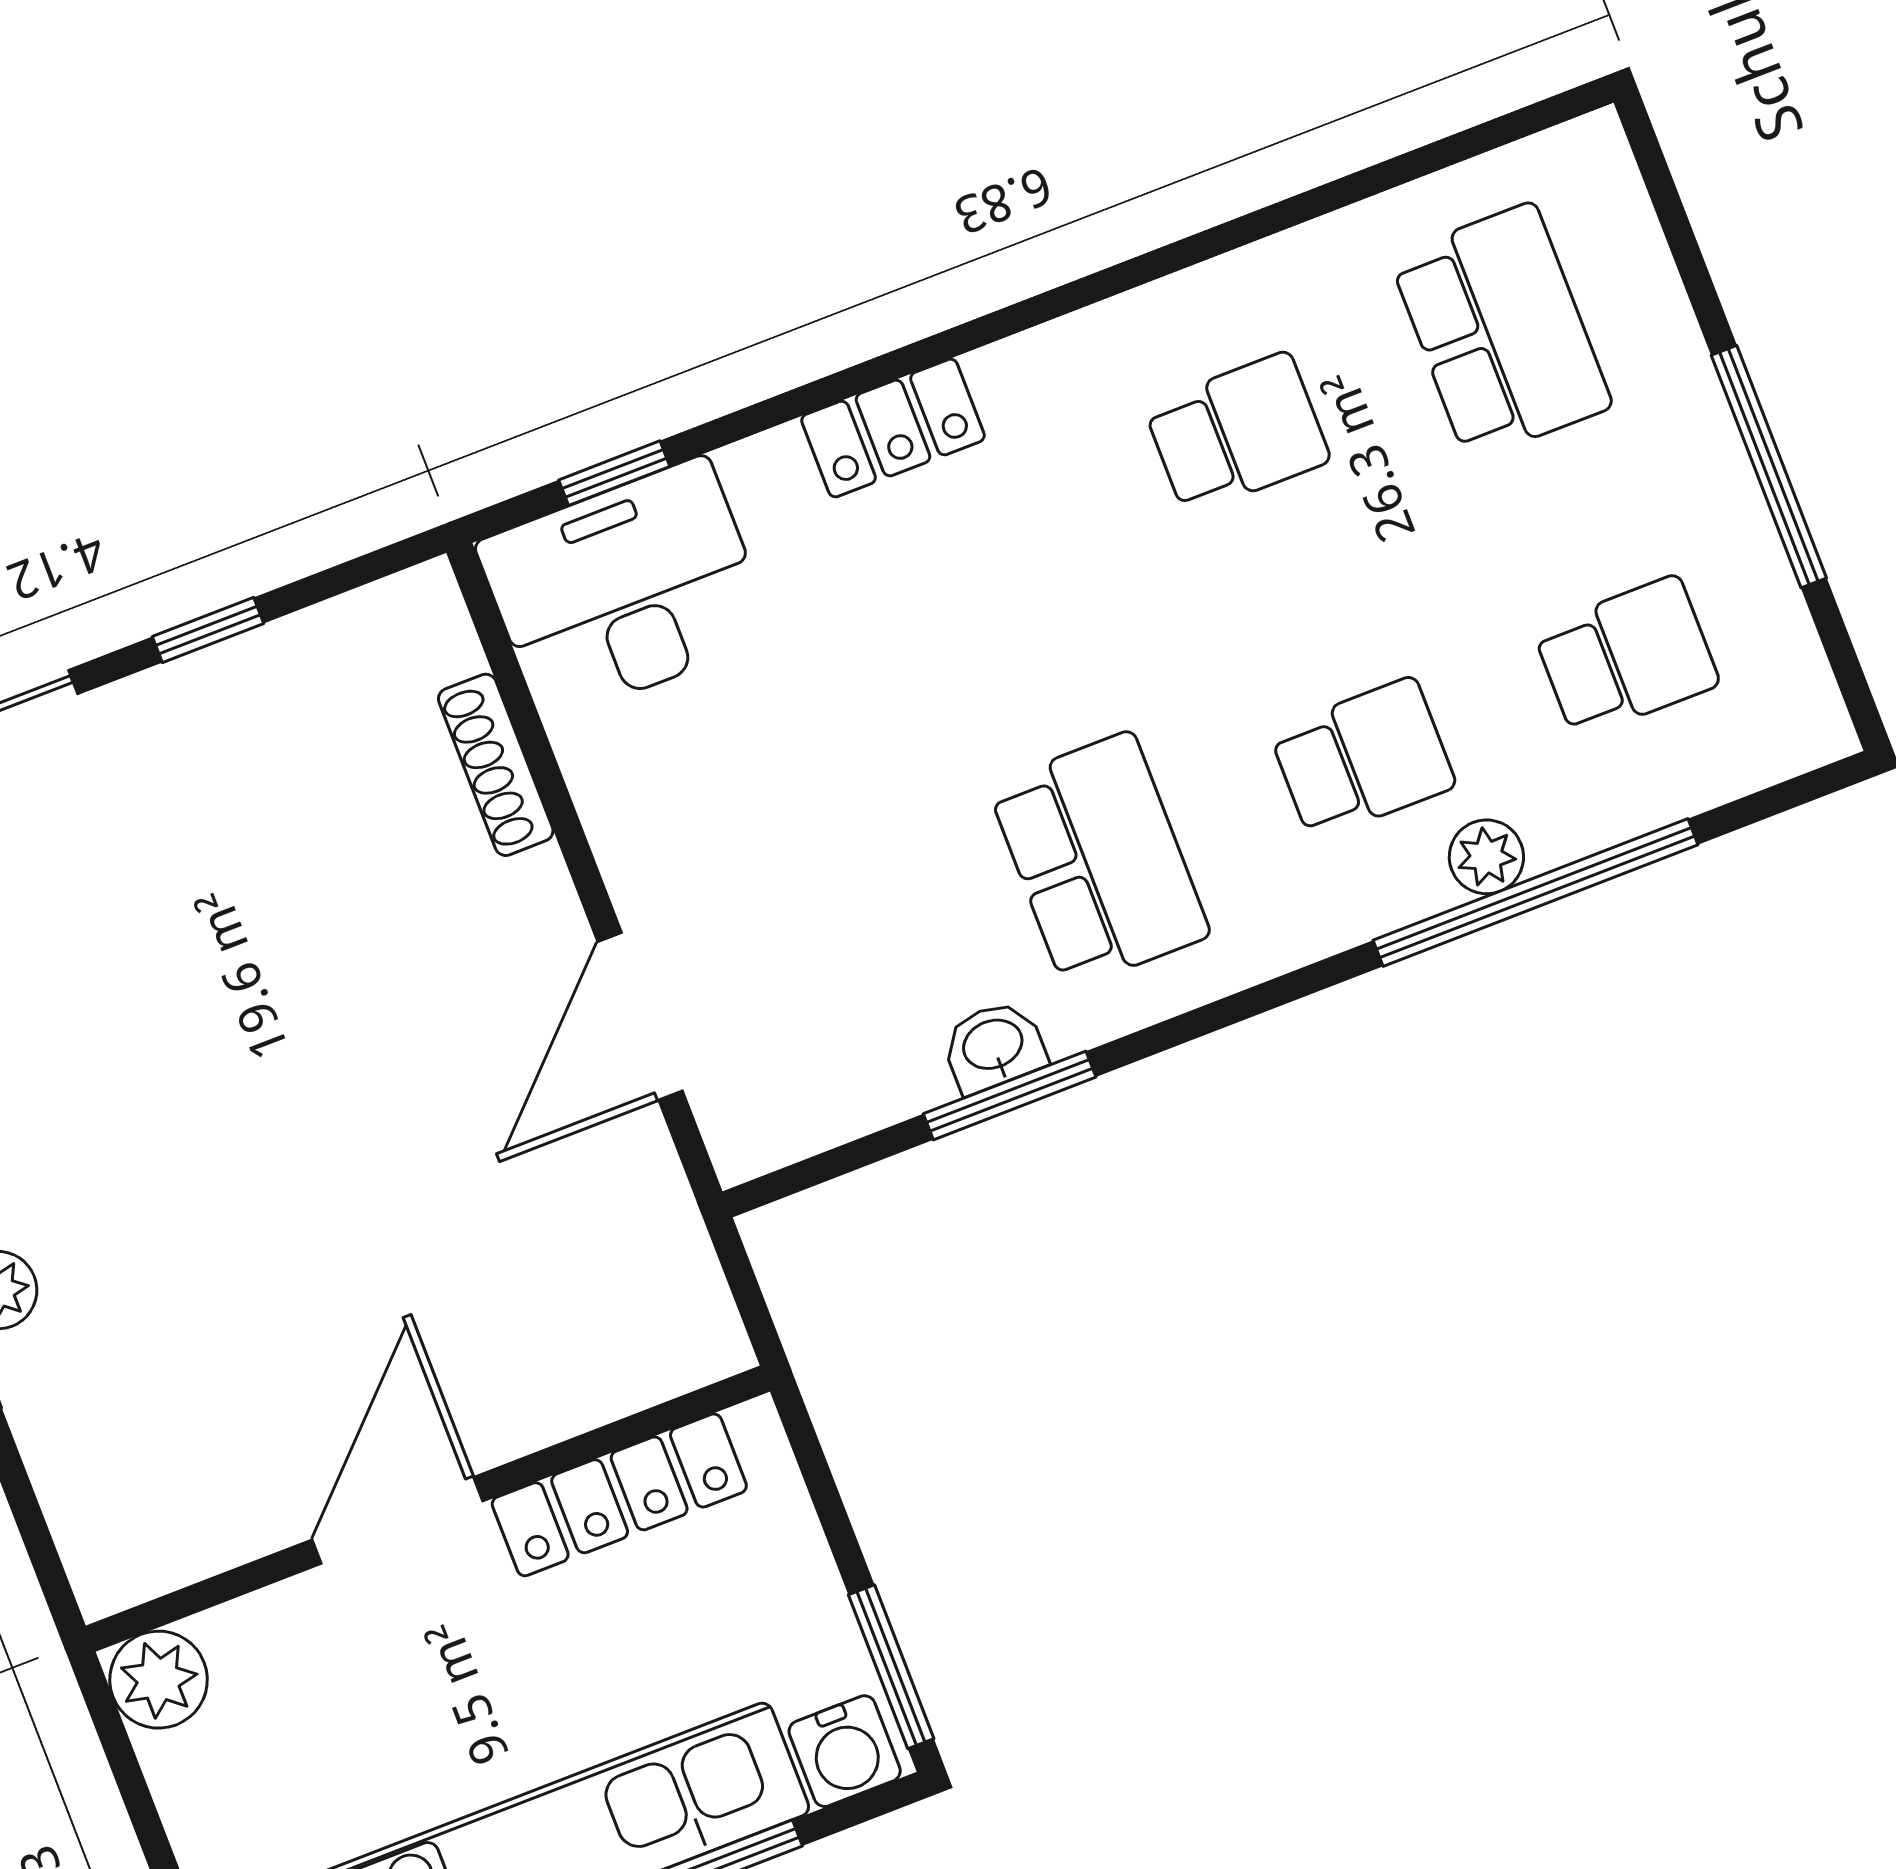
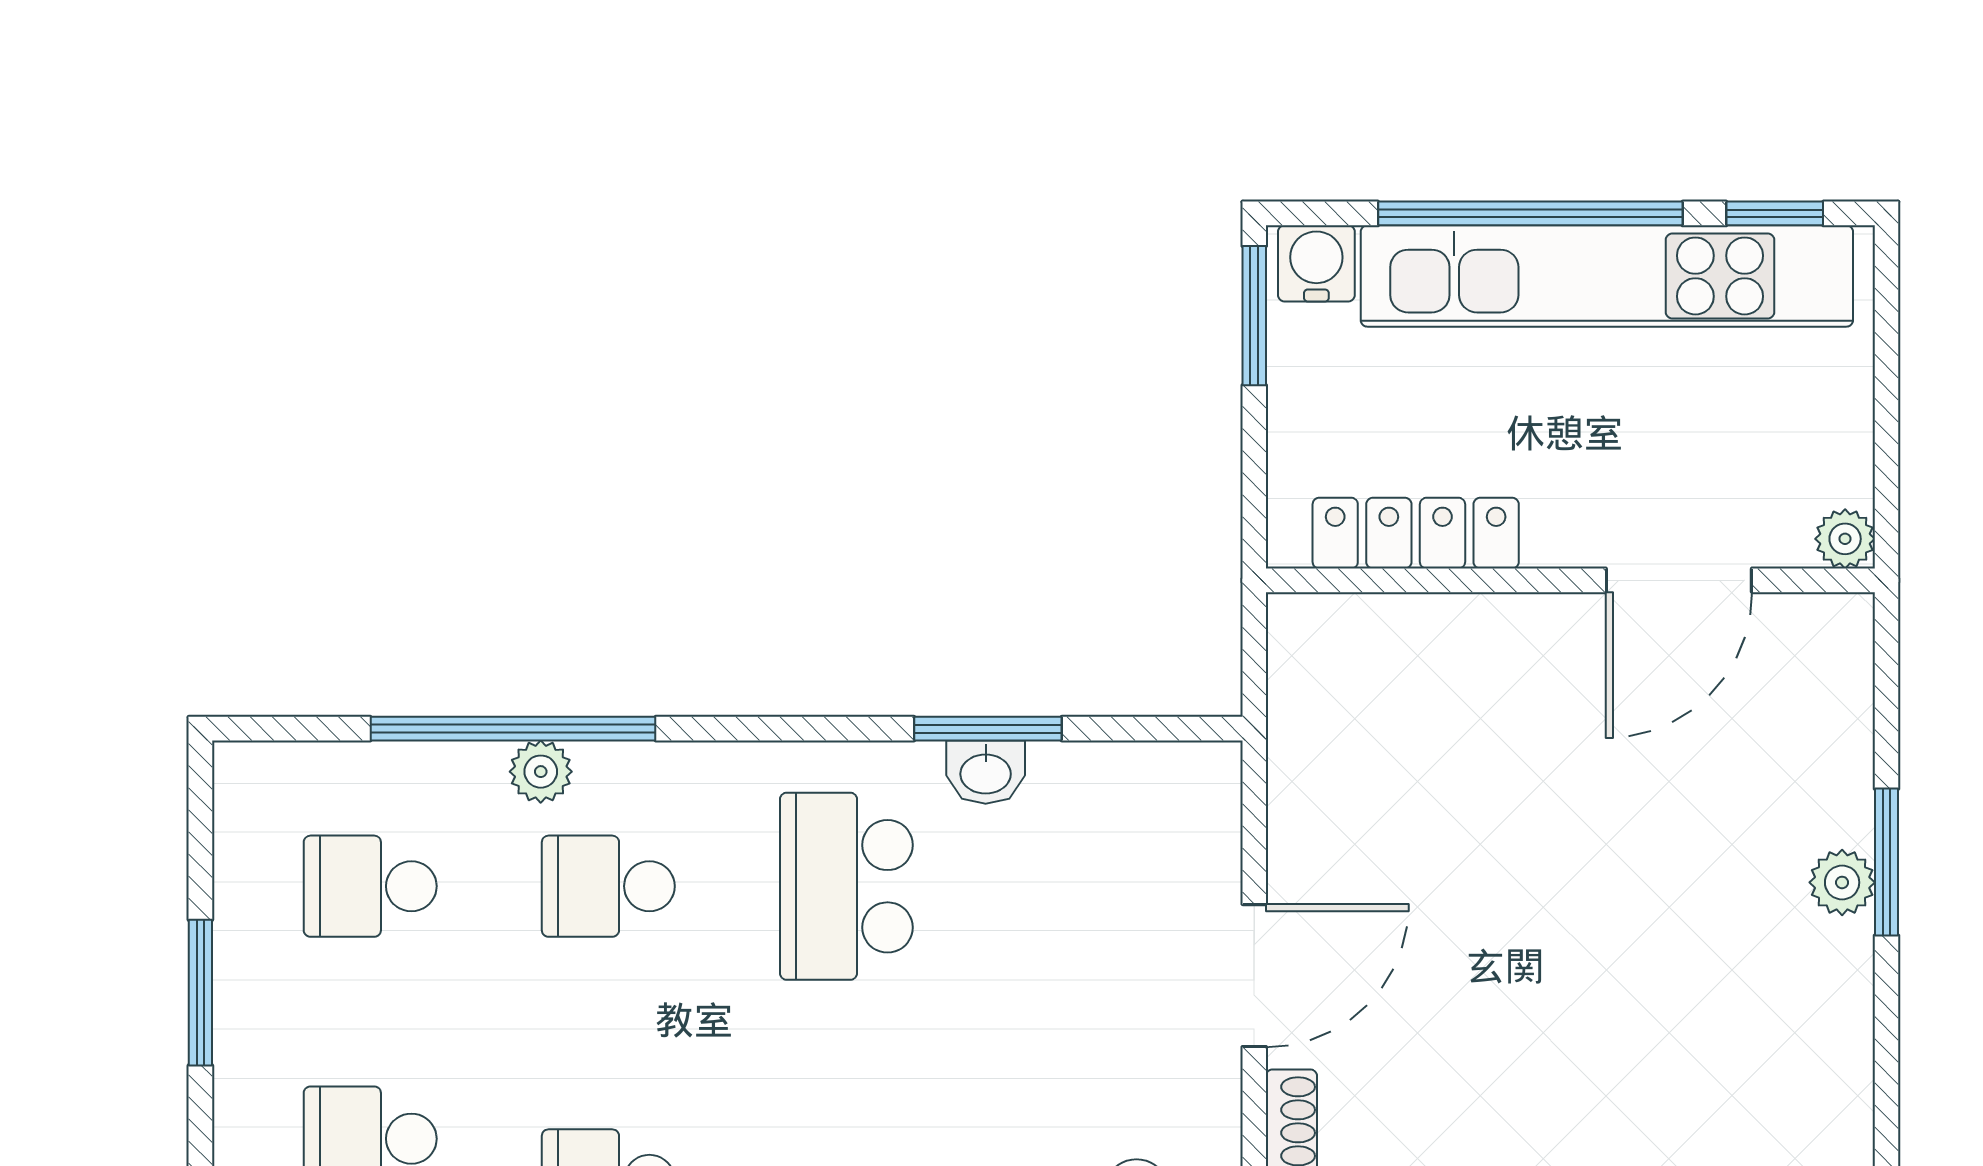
window: (1769, 467) -> (200, 993), width x0.69
door: (640, 1016) -> (1254, 976), moved
door: (397, 1520) -> (1679, 580), moved
plant: (159, 1680) -> (1845, 539), width x0.73, depth x0.73

